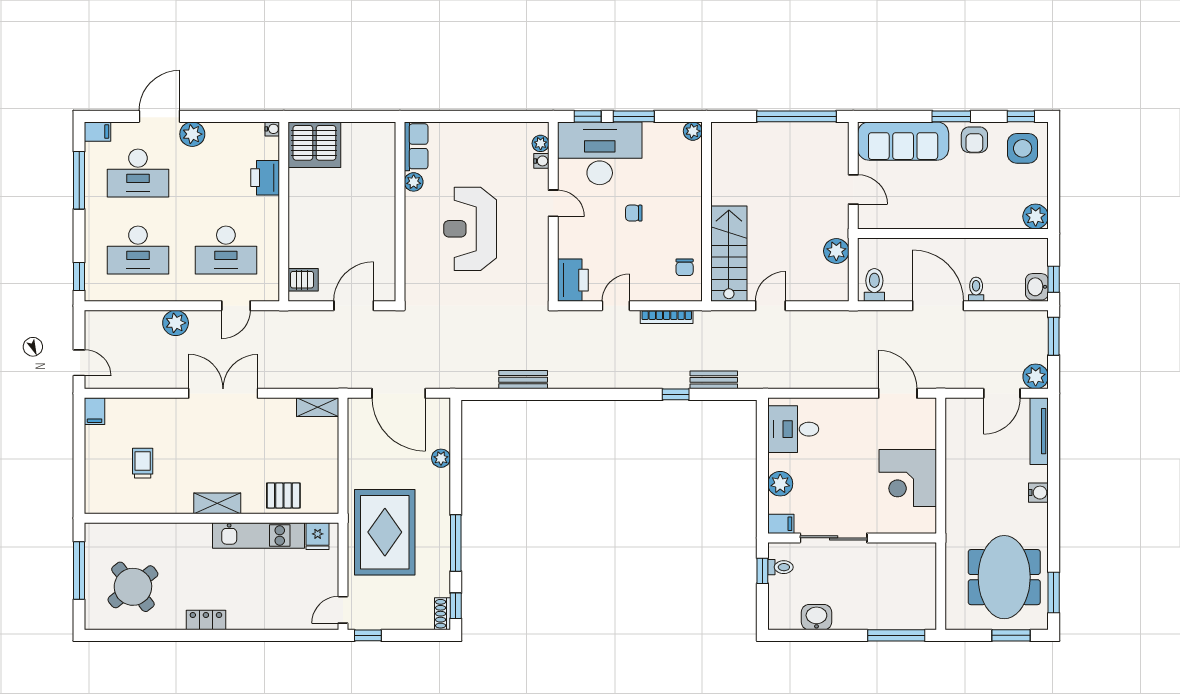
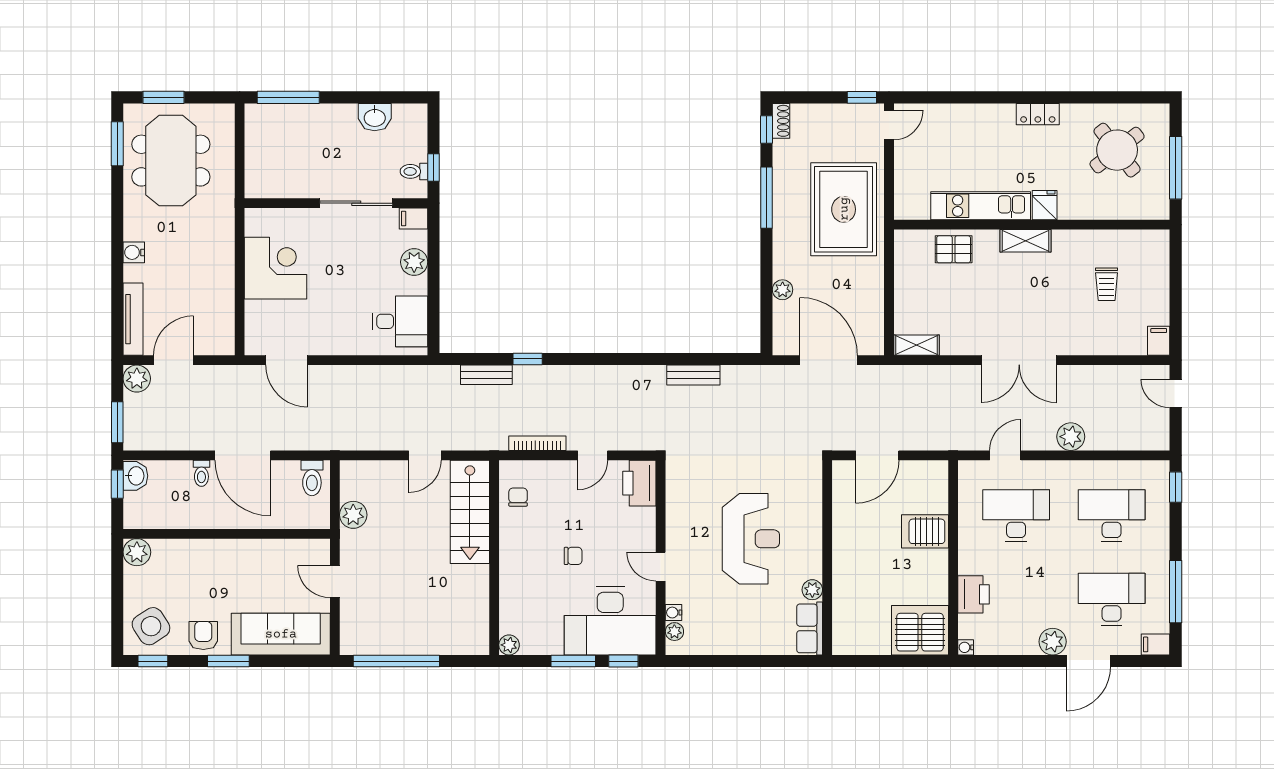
side table: (1023, 148) -> (151, 626), turned -33
server rack: (303, 280) -> (925, 531), moved, width x1.36, depth x1.44
fridge: (318, 536) -> (1045, 205), moved

